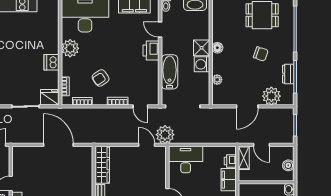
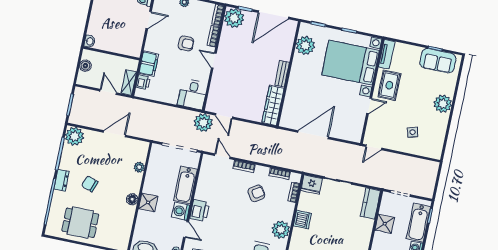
washing machine: (202, 64) -> (181, 211), moved, turned 180
dresser: (288, 74) -> (61, 180), moved
plant: (271, 96) -> (74, 136), moved
door: (58, 145) -> (313, 135), swing flipped
desk: (186, 160) -> (192, 94), width x0.73

